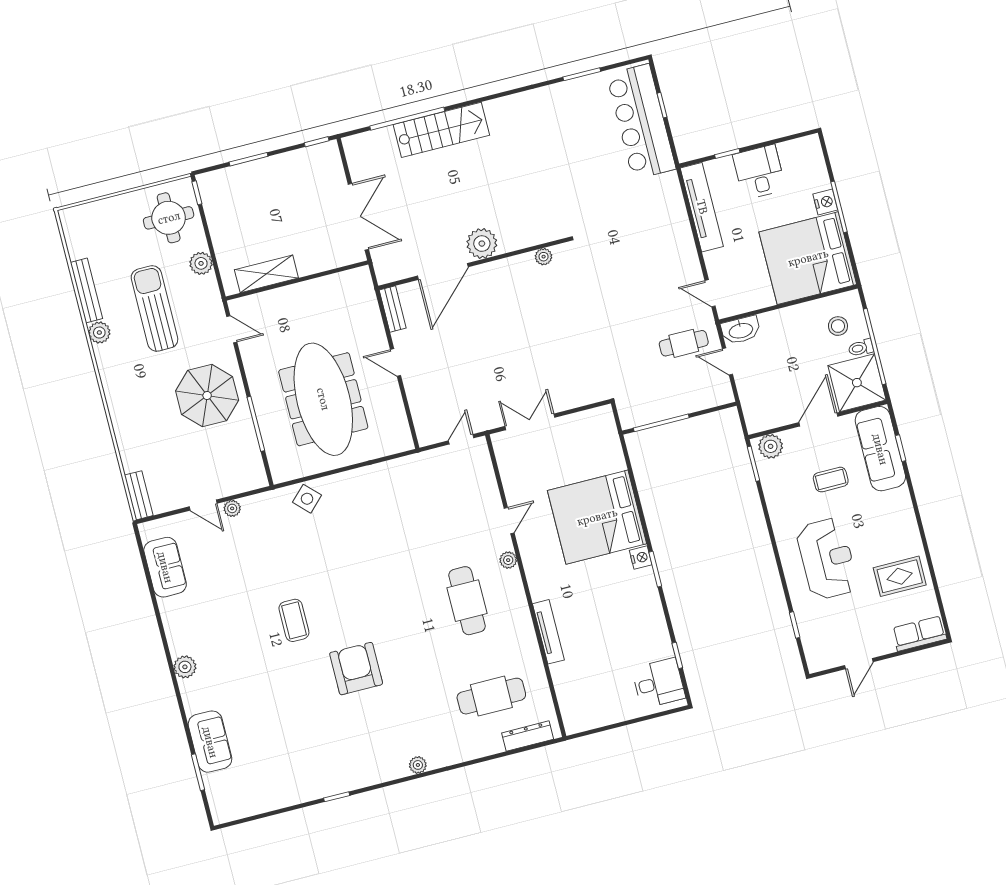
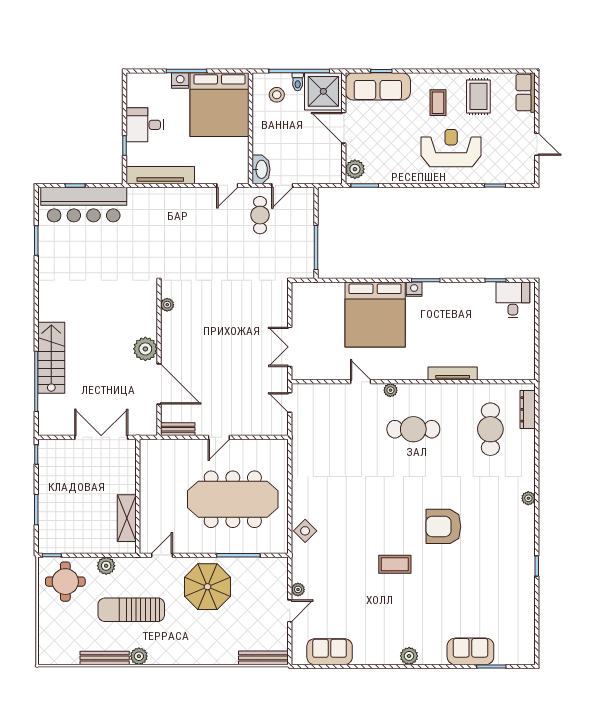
coffee table: (831, 480) -> (438, 103), moved
bench: (139, 495) -> (263, 658), width x1.36

